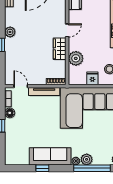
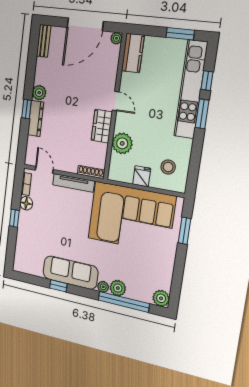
door: (67, 30) -> (116, 101), hinge flipped
dresser: (10, 51) -> (36, 119), added

